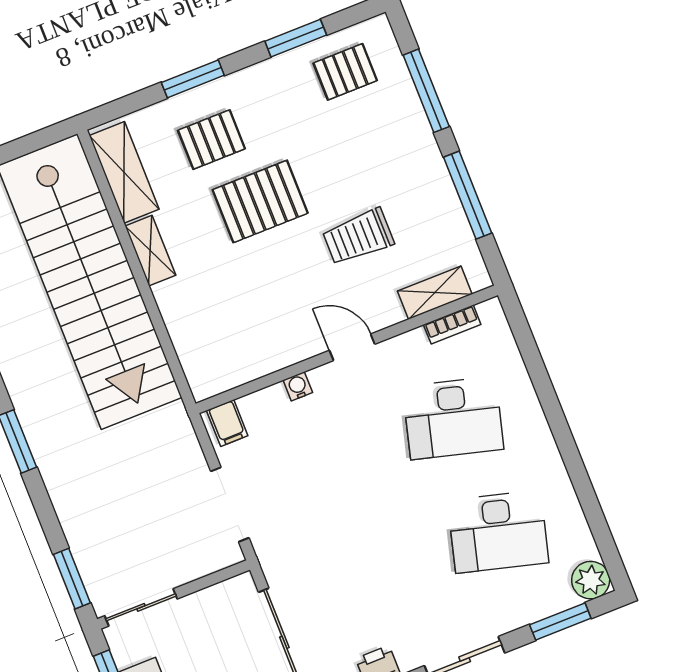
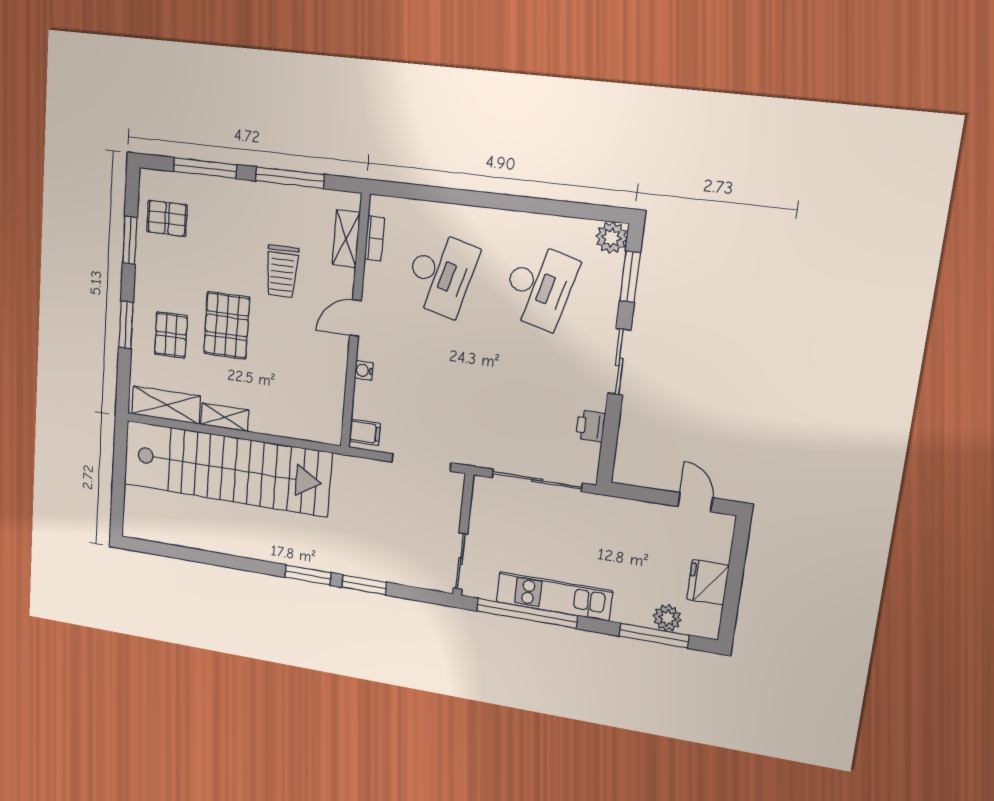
pallet: (345, 72) -> (167, 218), turned 90
window: (72, 579) -> (364, 585), moved

